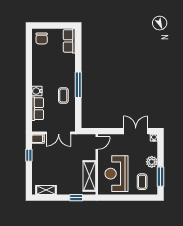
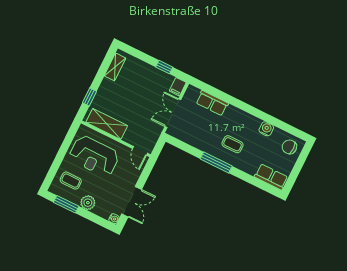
water cooler: (37, 91) -> (266, 129), moved
coffee table: (63, 96) -> (233, 144), moved
reception desk: (117, 174) -> (94, 156), turned 180

